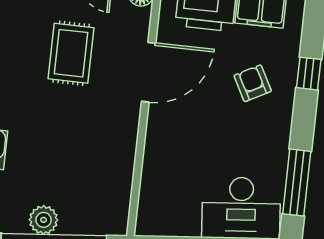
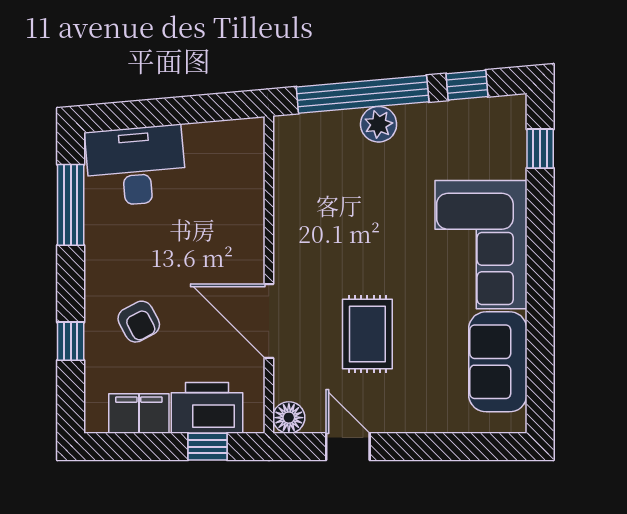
door: (149, 72) -> (269, 321), hinge flipped

